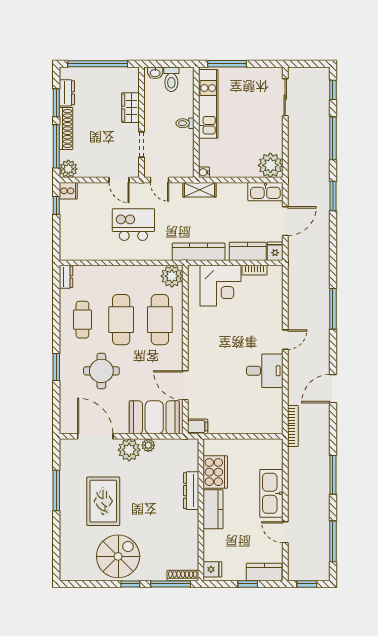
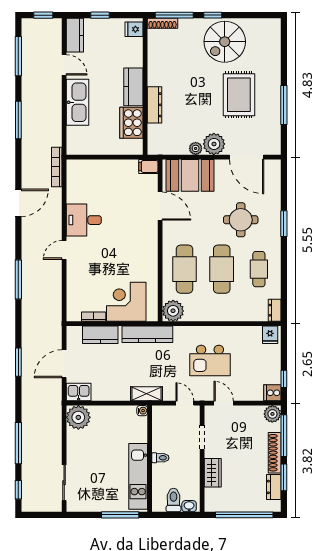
kitchen sink: (265, 192) -> (79, 392), width x0.73
window: (333, 196) -> (18, 362), moved
fridge: (275, 251) -> (270, 335), moved
kitchen counter: (264, 572) -> (75, 35), moved, turned -90

